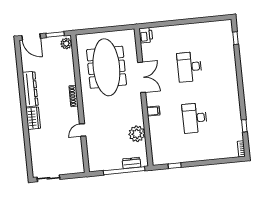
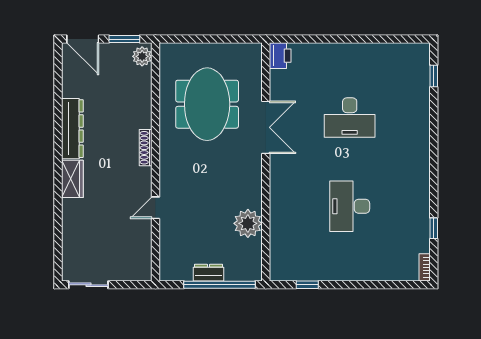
meeting table: (106, 67) -> (207, 104), width x0.73
desk: (189, 67) -> (350, 118), turned -90
filing cabinet: (153, 111) -> (280, 187), removed
dresser: (132, 163) -> (208, 273), moved

